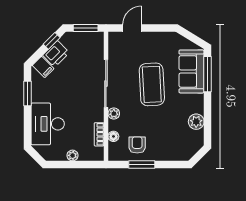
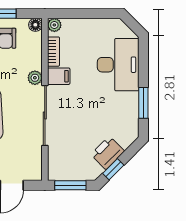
filing cabinet: (43, 67) -> (59, 76), moved, turned 135
floor lamp: (113, 136) -> (35, 25), moved
plant: (72, 155) -> (54, 25), moved

